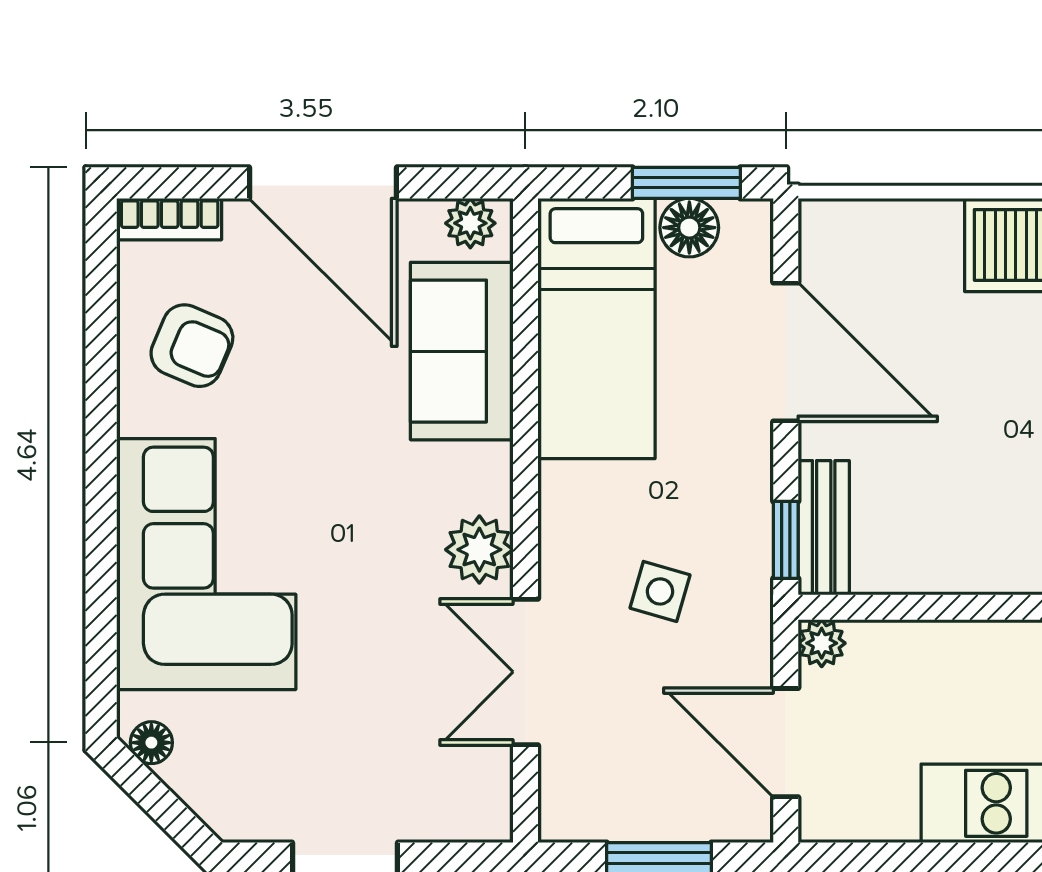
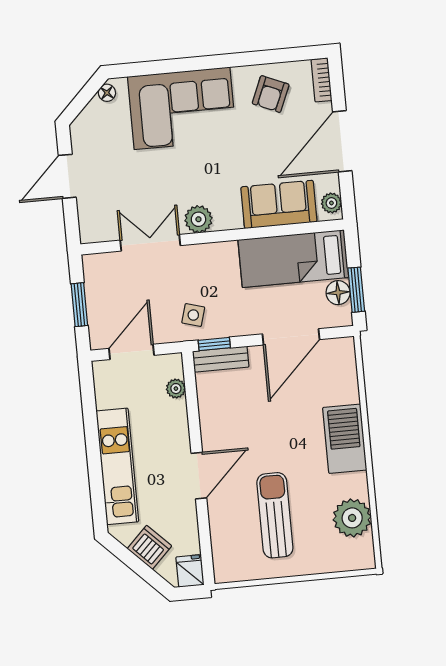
side table: (660, 591) -> (193, 315), moved
plant: (822, 643) -> (176, 389), moved

